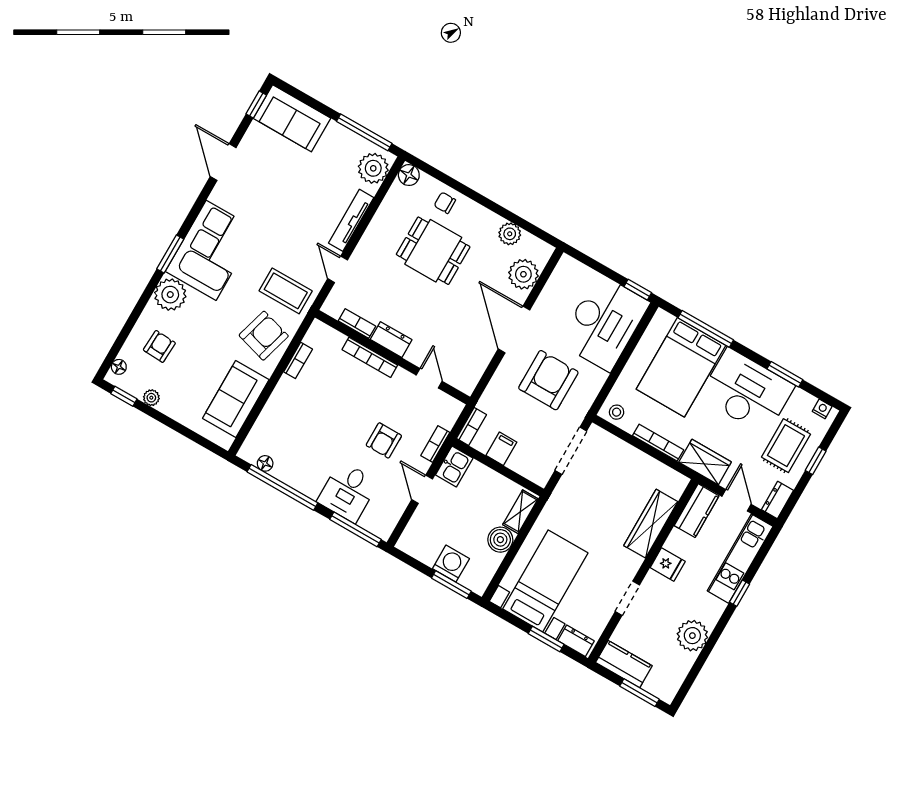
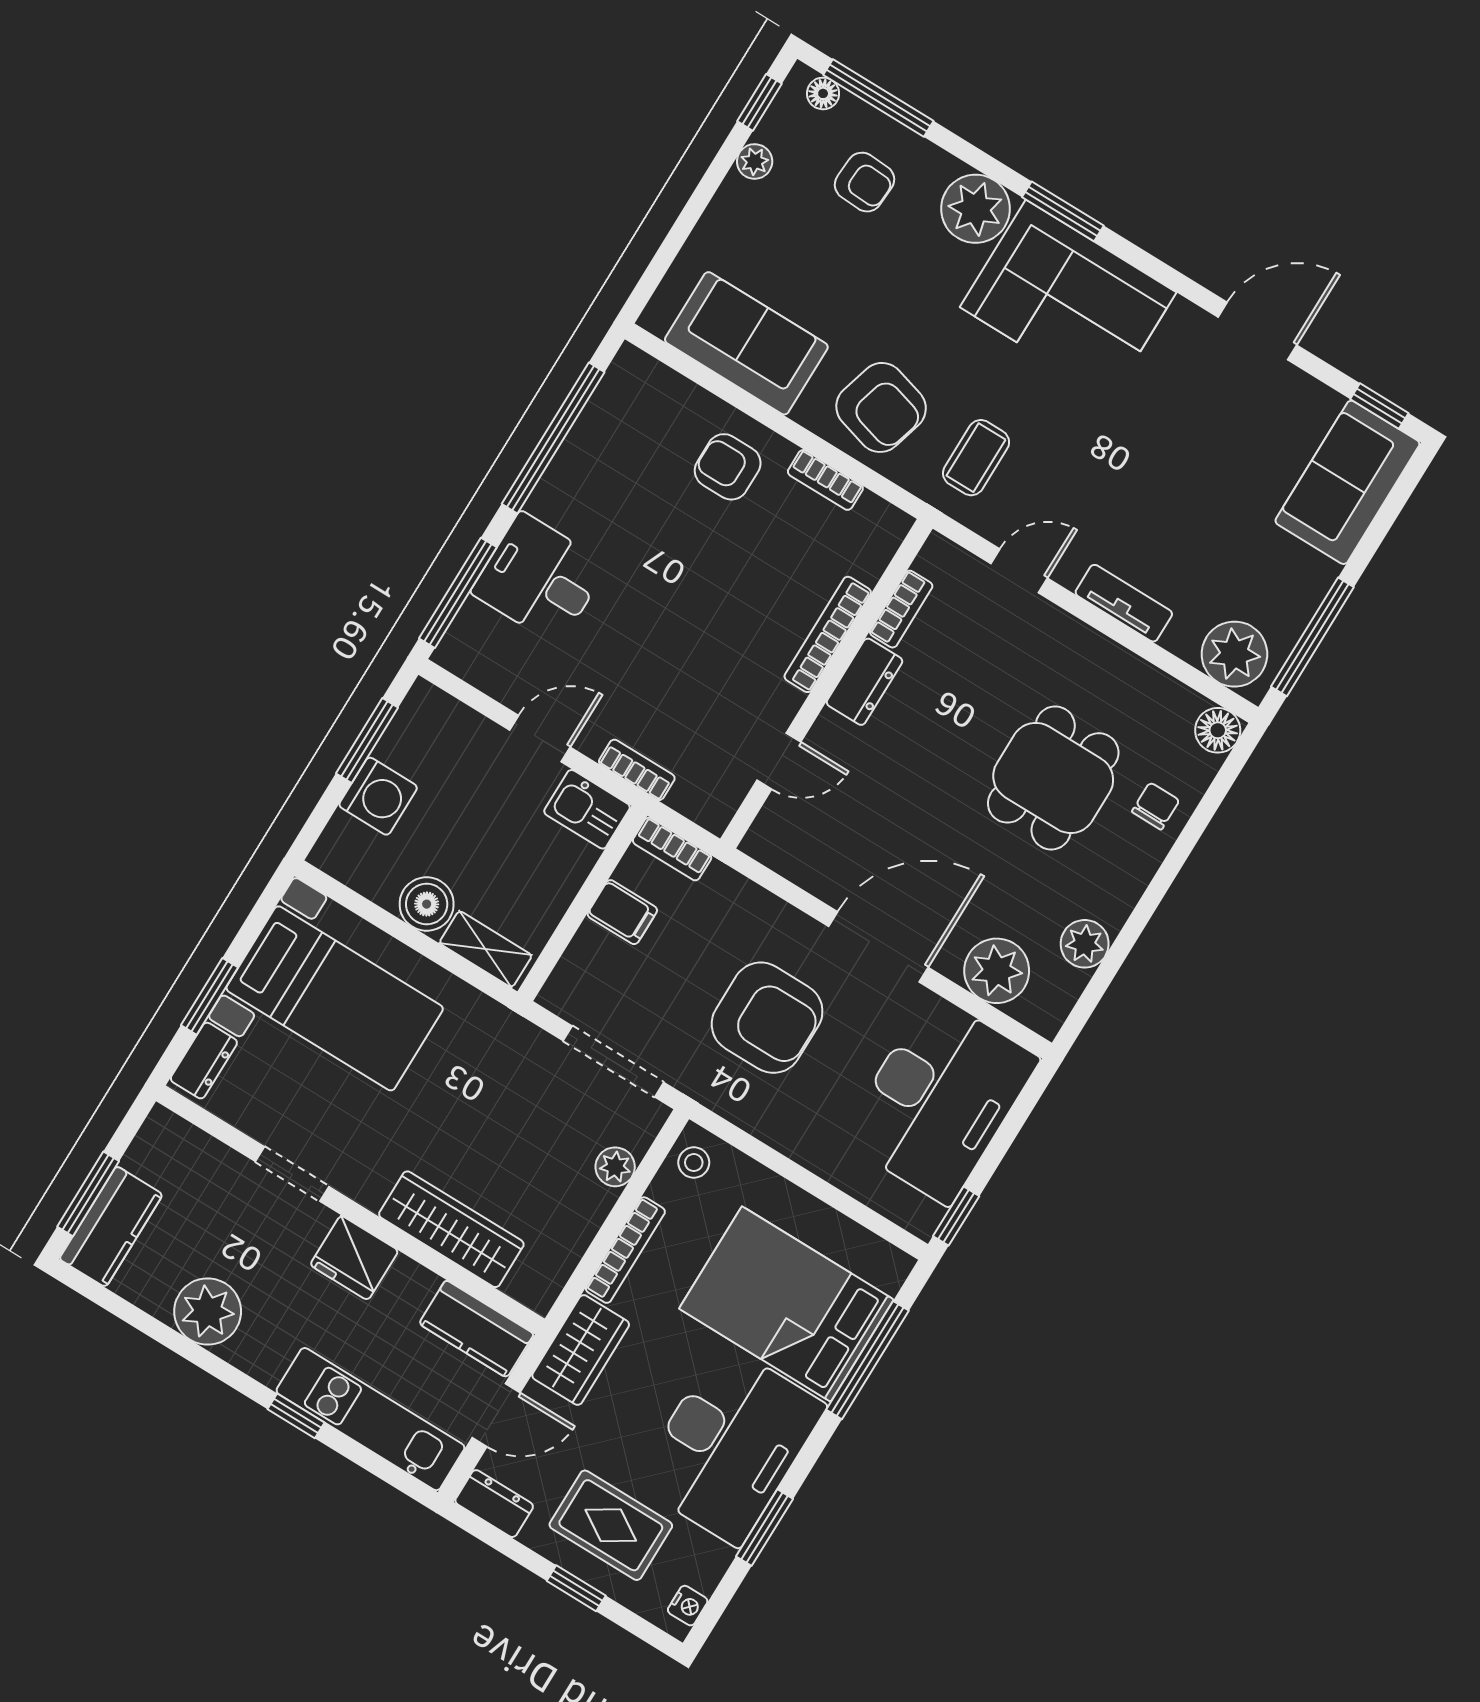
tv unit: (351, 220) -> (1124, 603), width x0.71
coffee table: (286, 291) -> (976, 458), width x0.73, depth x0.77
desk: (604, 323) -> (940, 1099), moved, turned -90
window: (120, 341) -> (878, 98), added
armchair: (384, 440) -> (728, 467), moved
plant: (620, 449) -> (615, 1167), added
floor lamp: (265, 463) -> (606, 402), removed
fridge: (668, 564) -> (354, 1258), width x1.38
window: (451, 585) -> (367, 741), moved
kitchen counter: (624, 664) -> (111, 1227), moved

